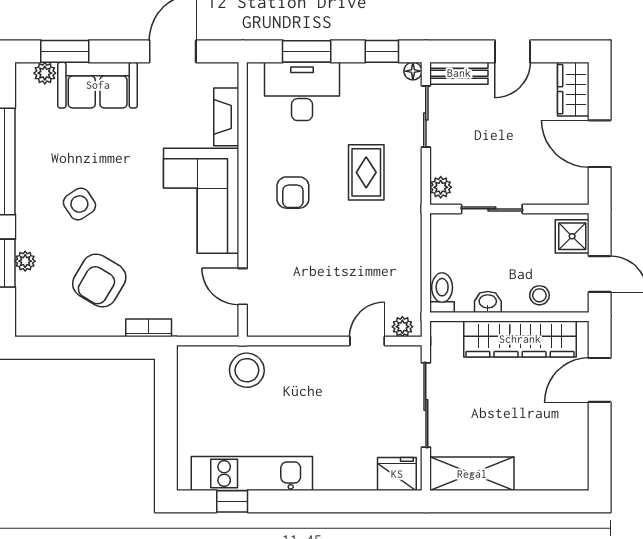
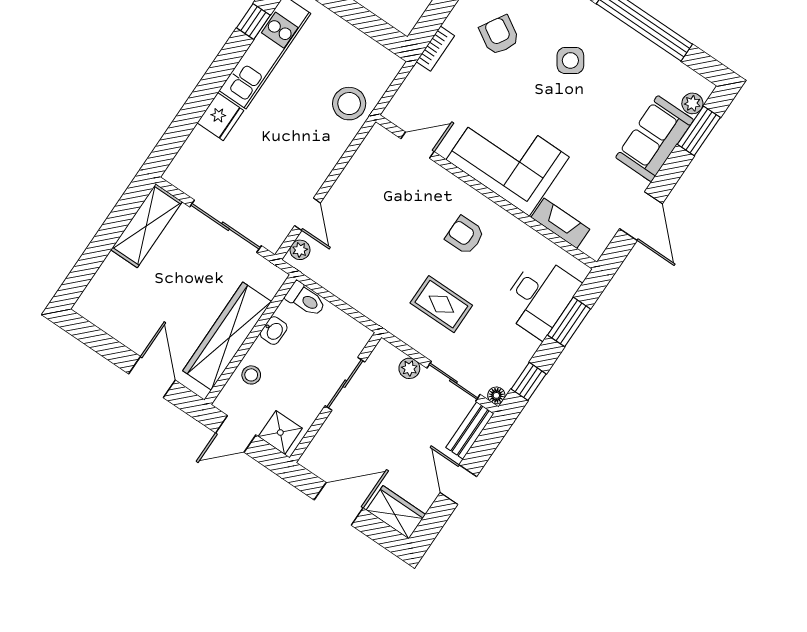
plant: (441, 187) -> (409, 368), moved
armchair: (99, 280) -> (499, 35), width x0.72, depth x0.72
fridge: (397, 474) -> (220, 117), moved

